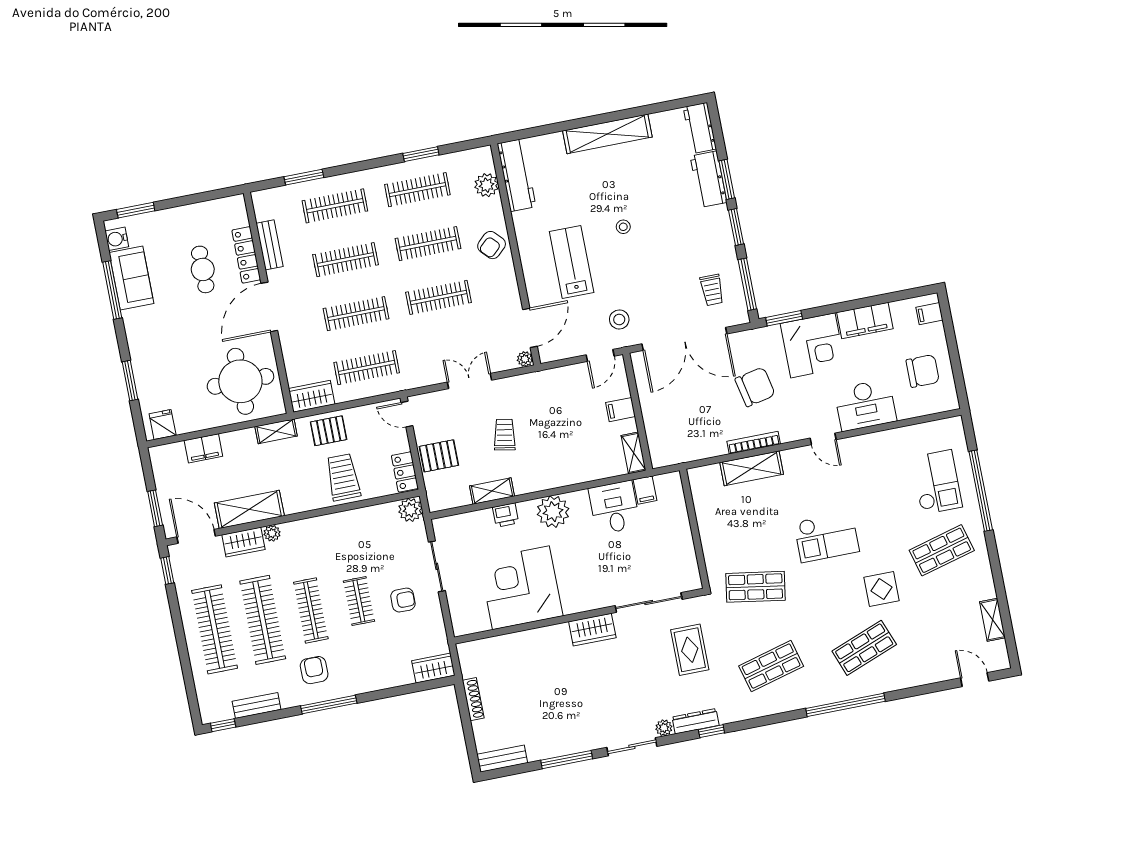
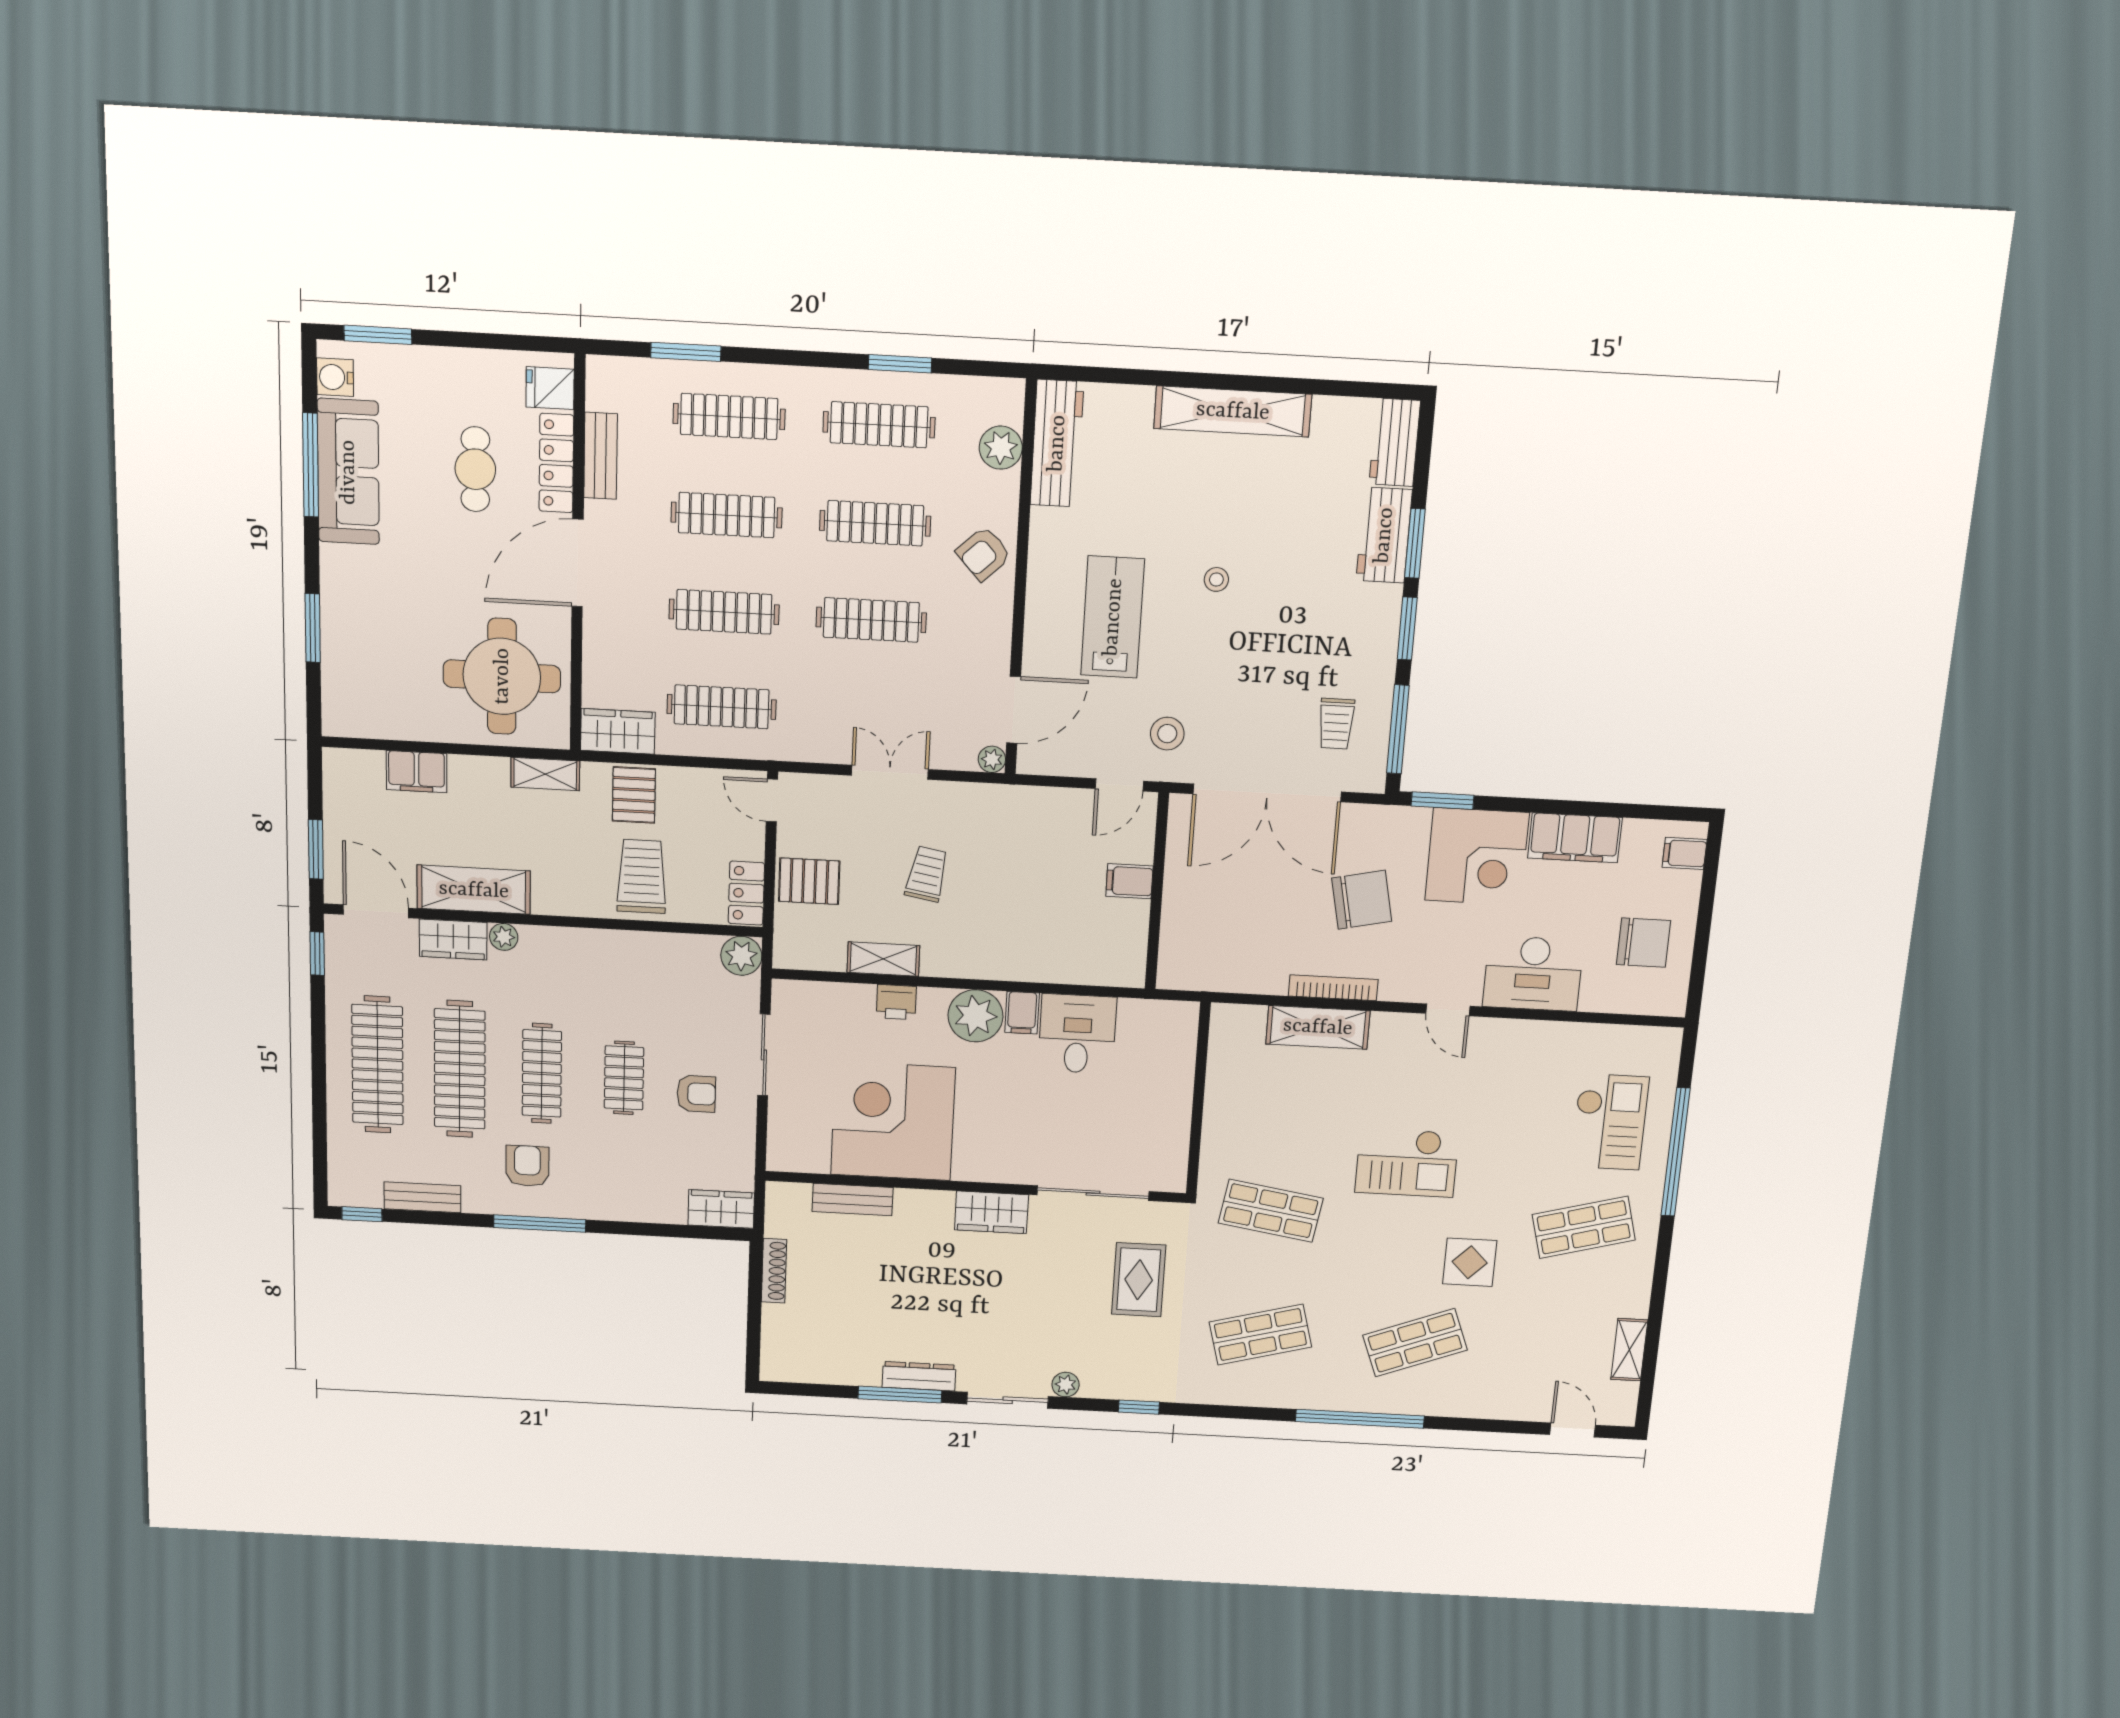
sofa: (131, 278) -> (348, 472), width x1.36
fridge: (163, 425) -> (550, 388), moved, turned -90
pallet: (329, 431) -> (634, 795), turned 90
shelving: (633, 453) -> (1132, 956), removed
filing cabinet: (645, 490) -> (1022, 1013), moved
dresser: (695, 721) -> (919, 1376), moved
bench: (502, 759) -> (853, 1200), moved

